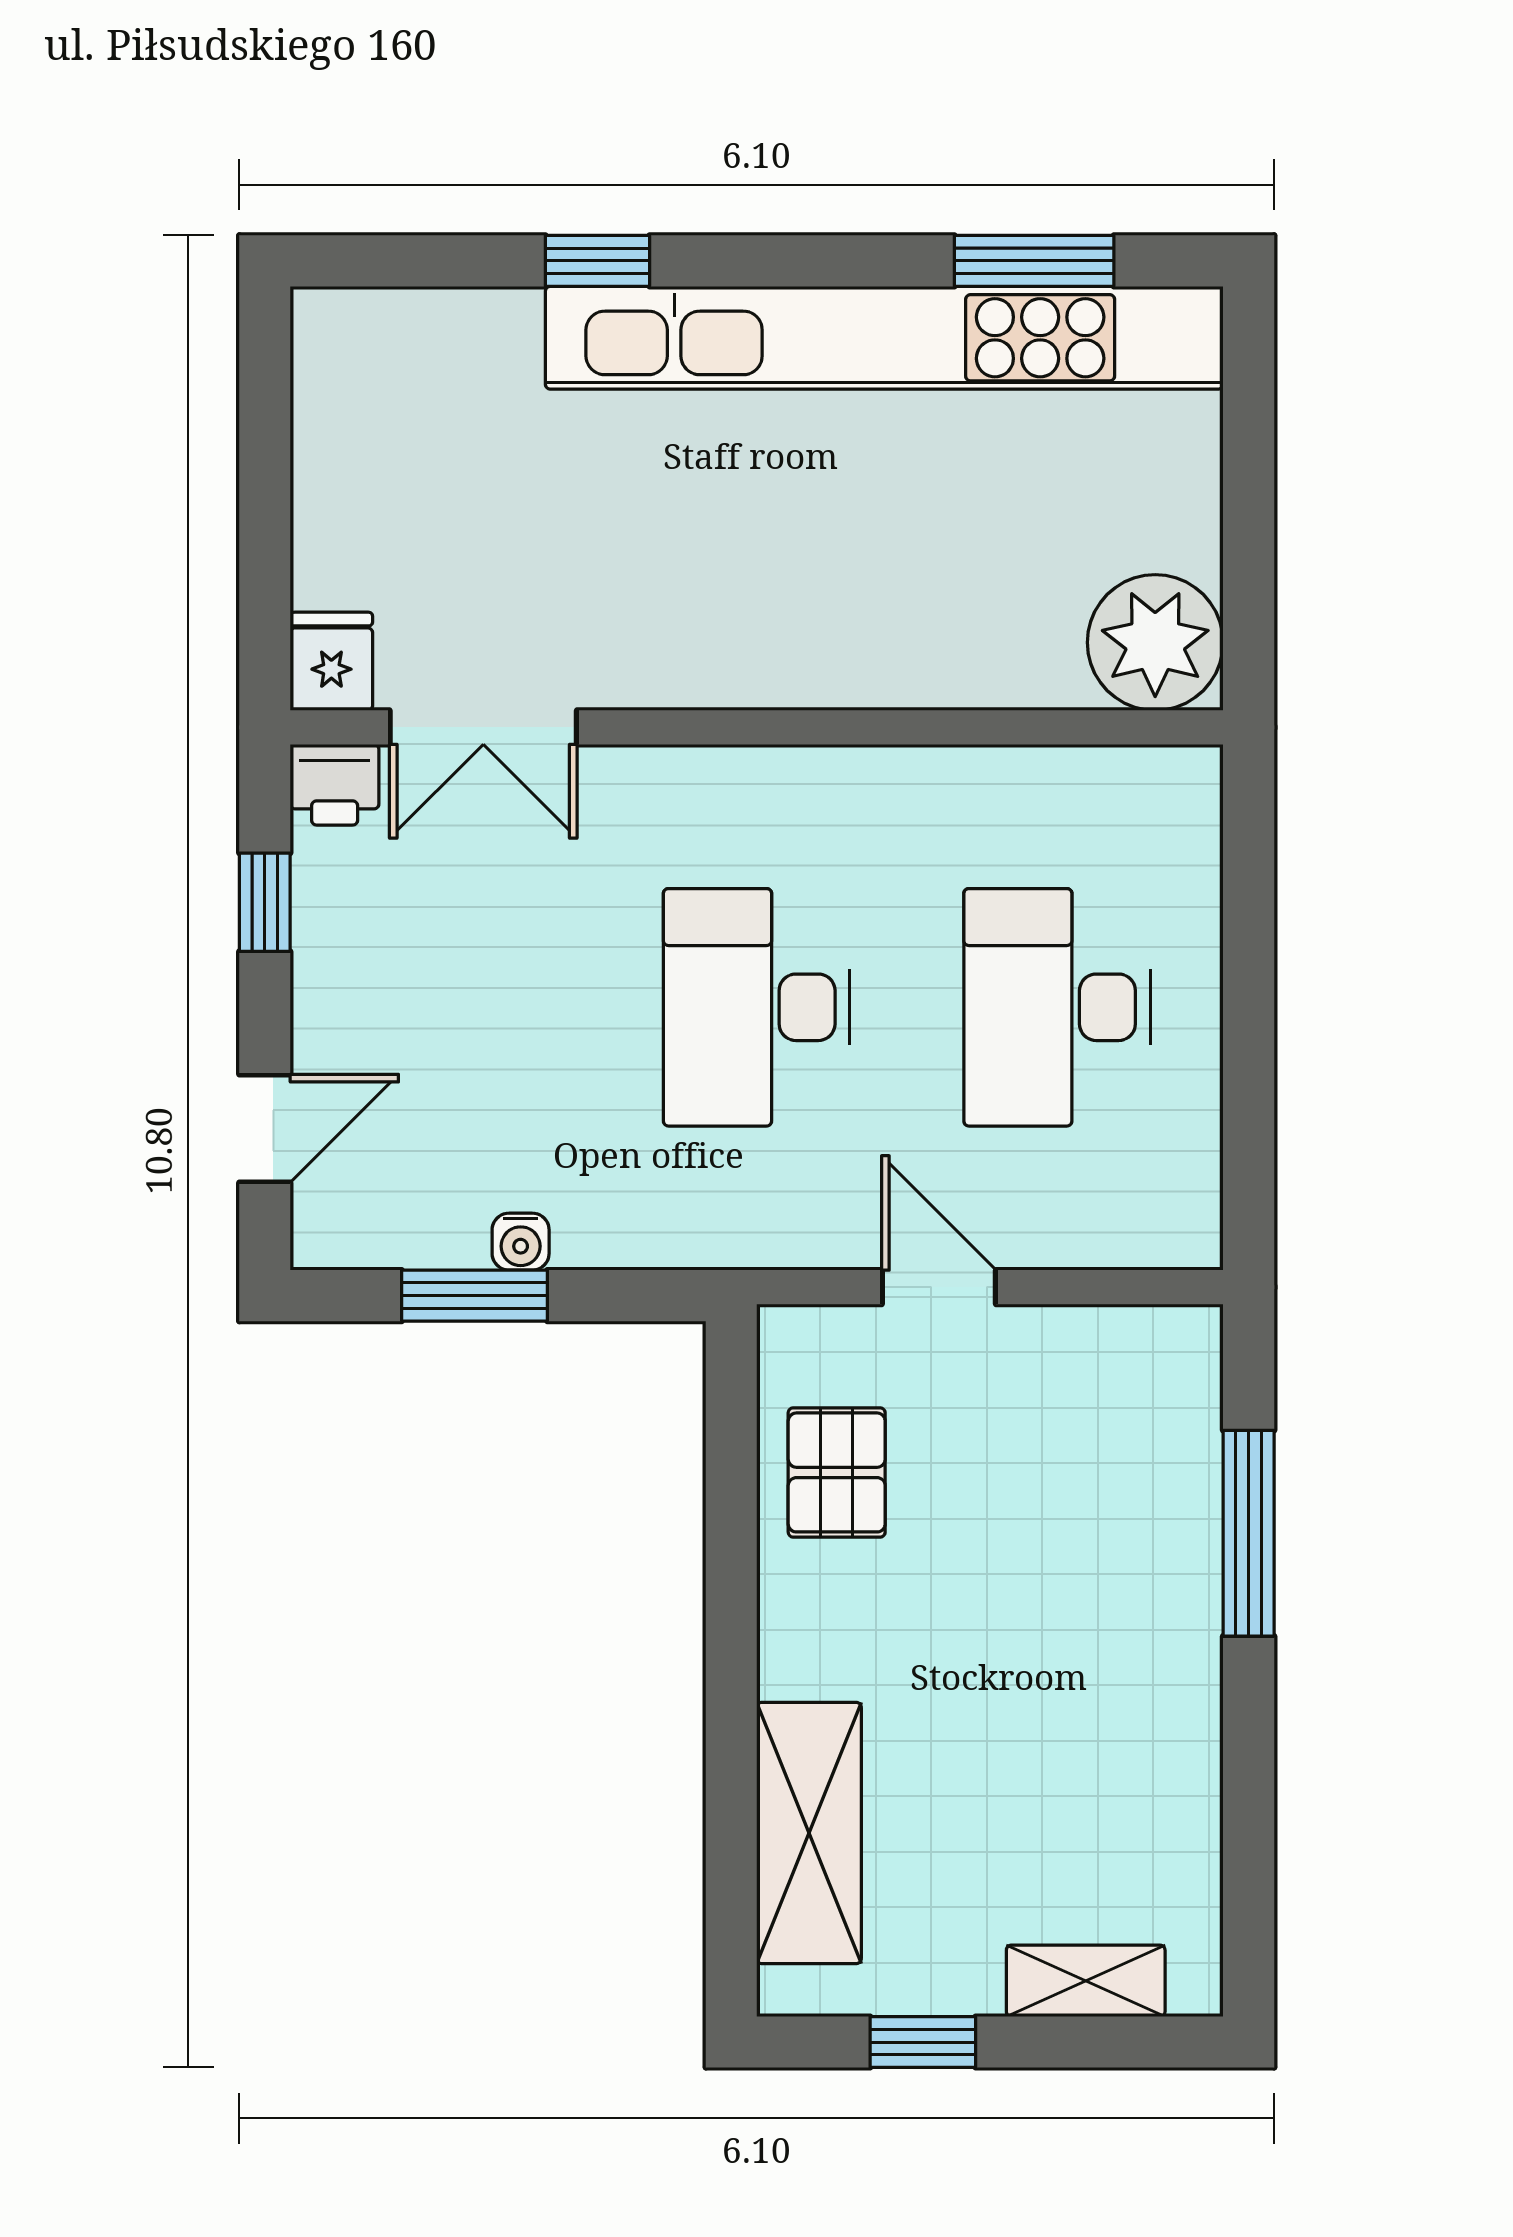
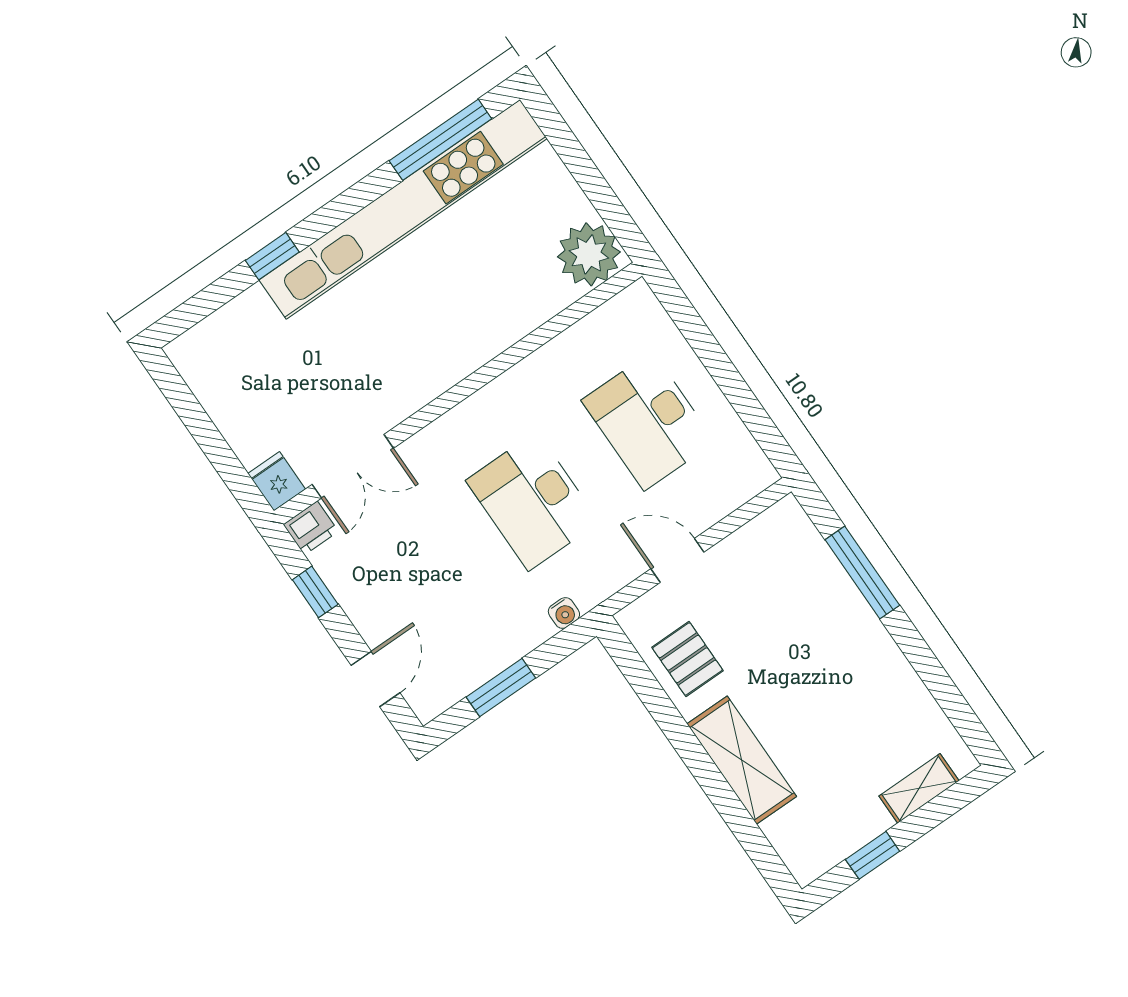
window: (1034, 261) -> (440, 140), width x1.44
water cooler: (521, 1242) -> (564, 613), moved
shelving: (809, 1833) -> (742, 760), moved

